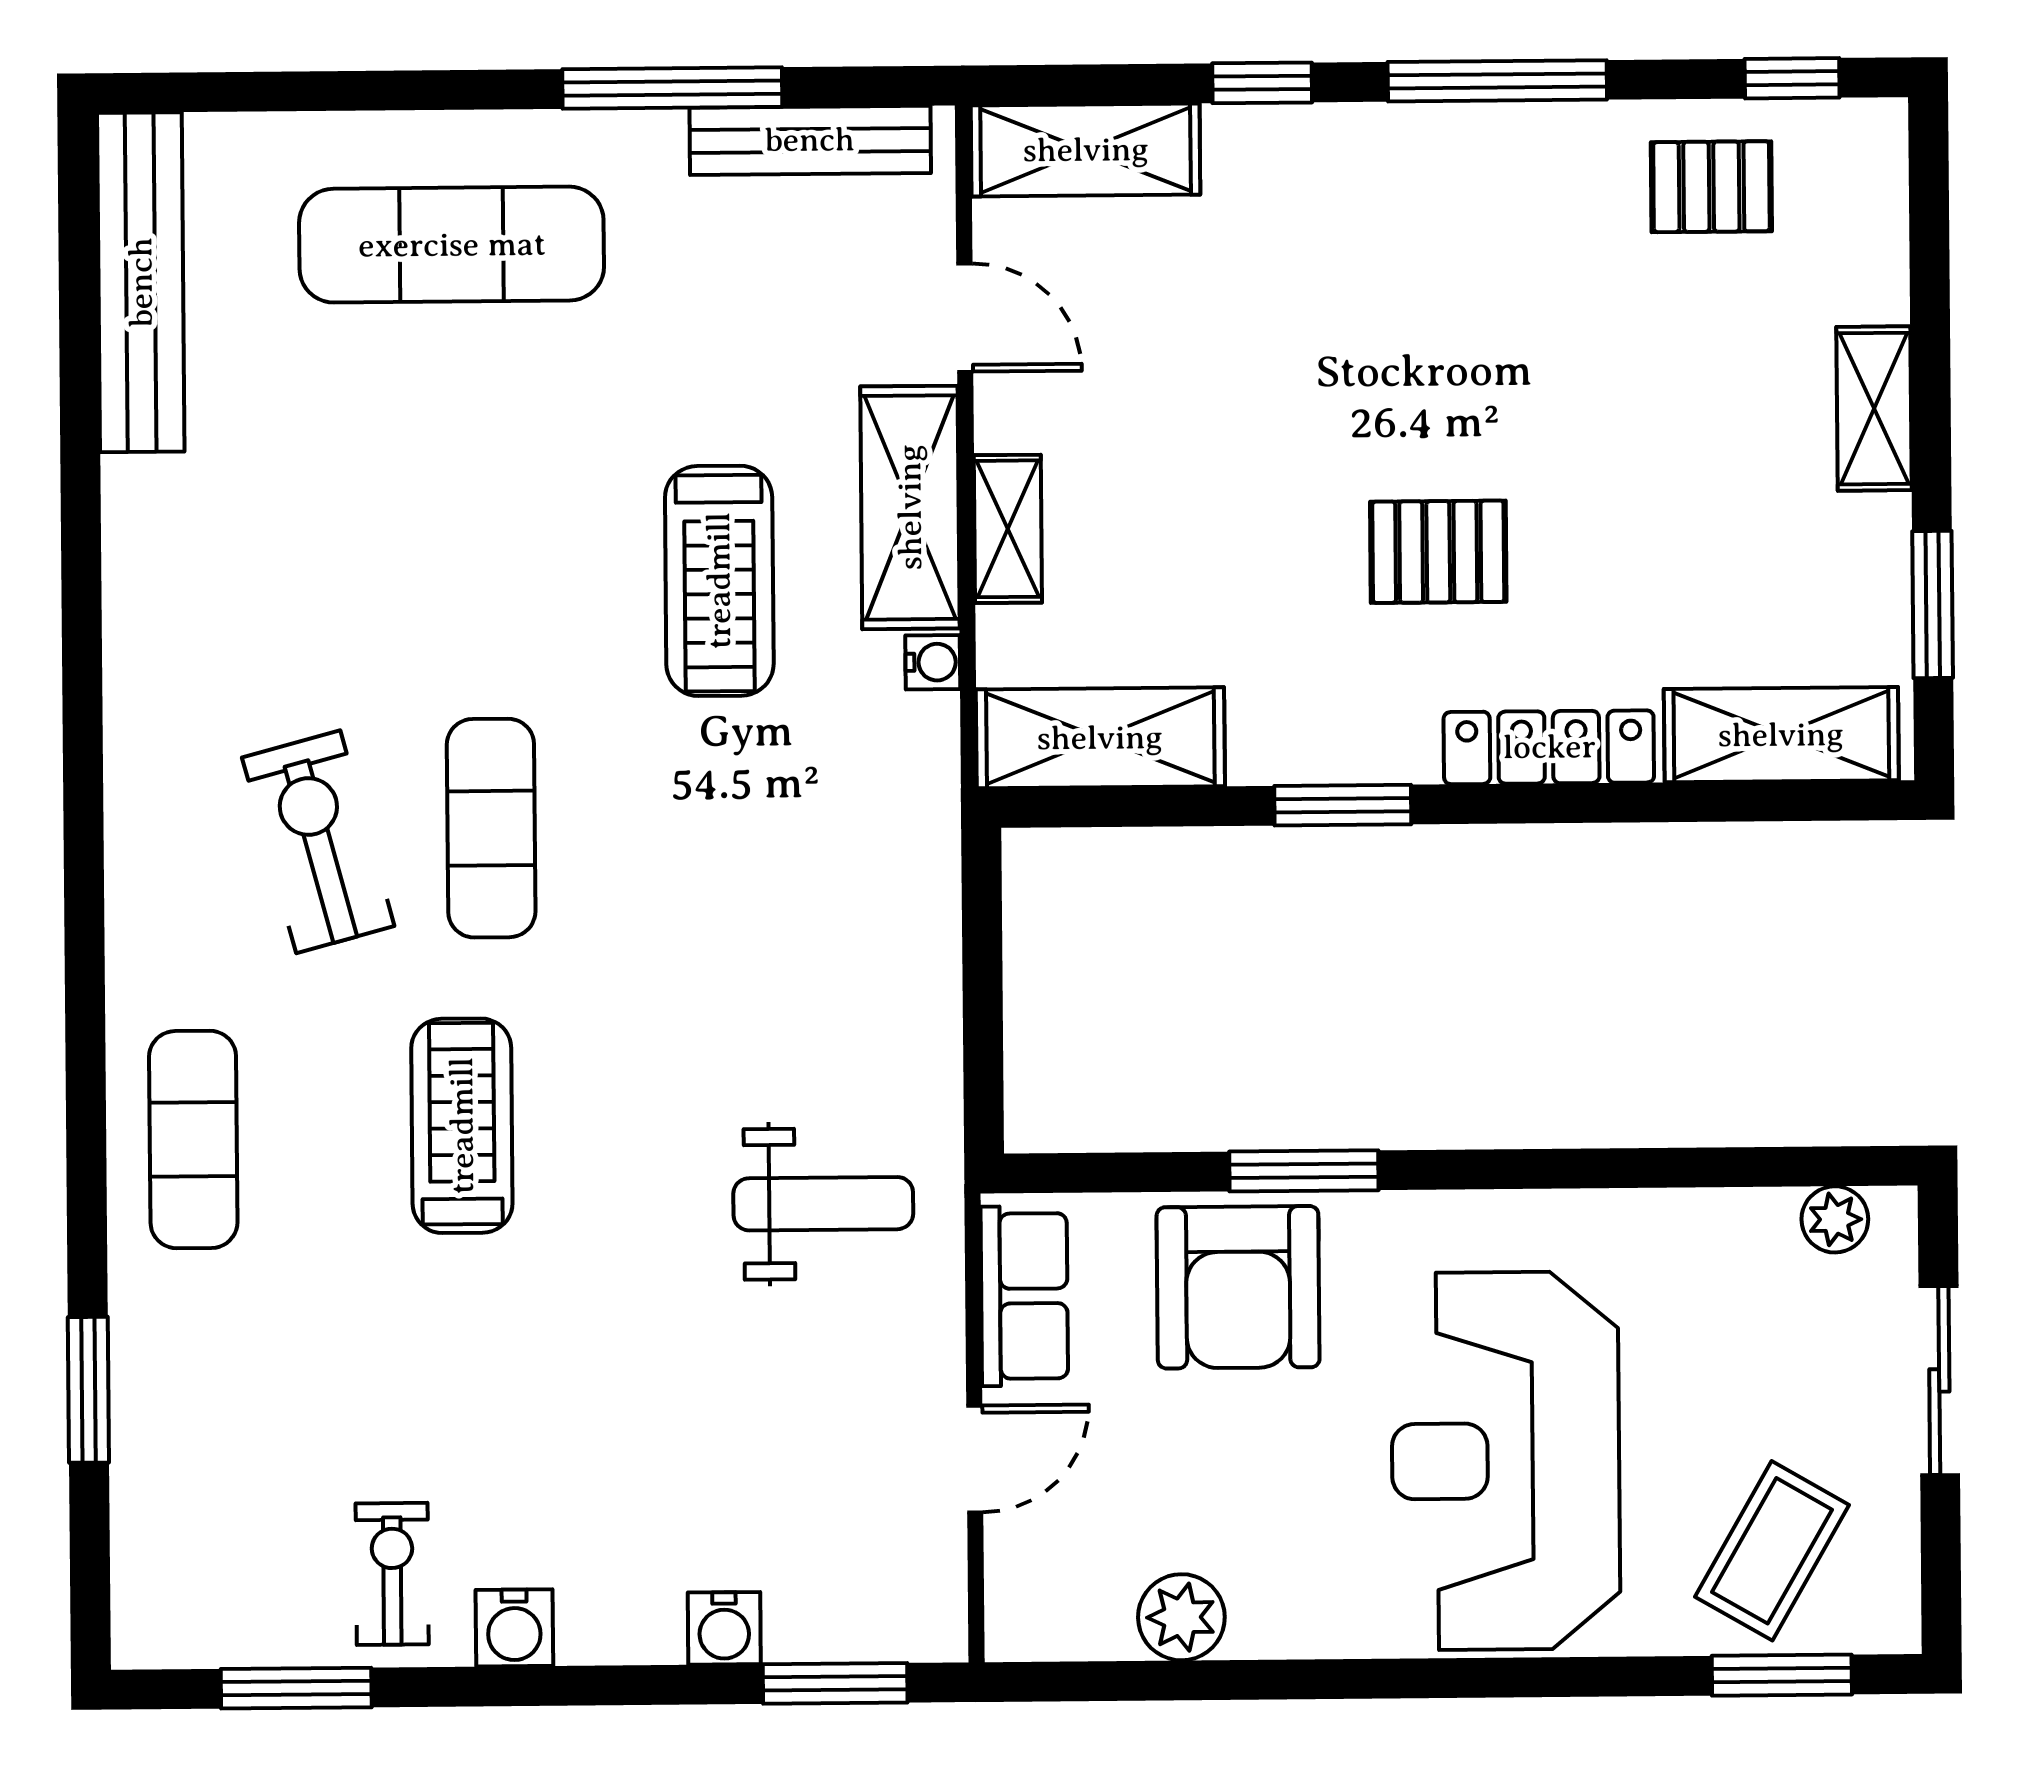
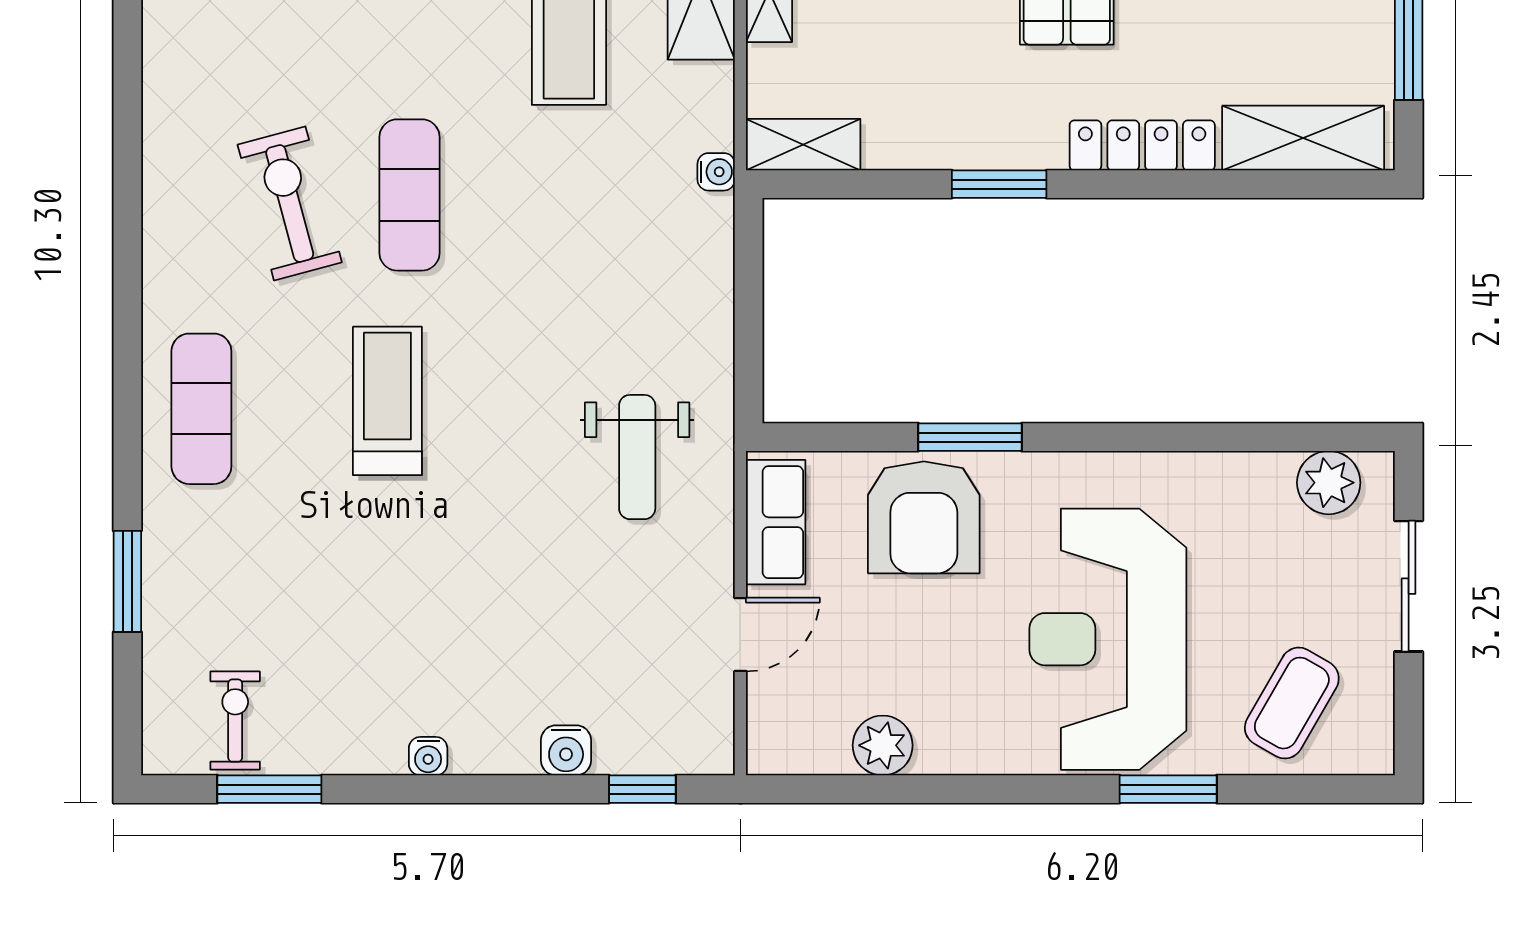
water cooler: (933, 662) -> (716, 172), moved
shelving: (1100, 738) -> (803, 145), width x0.67, depth x0.75
weight bench: (823, 1204) -> (637, 457), turned 90
plant: (1835, 1219) -> (1329, 483), width x1.38, depth x1.38
exercise bike: (392, 1574) -> (235, 721), moved
water cooler: (514, 1628) -> (428, 756), width x0.72, depth x0.72
window: (1782, 1675) -> (1168, 789), moved
window: (835, 1683) -> (642, 789), width x0.67

